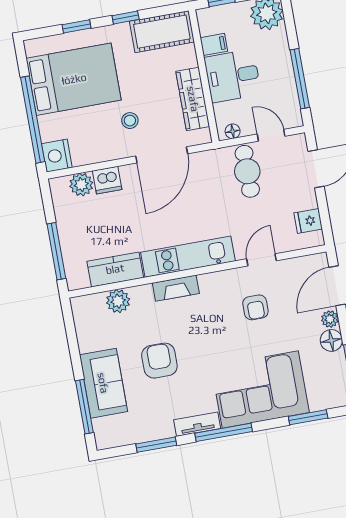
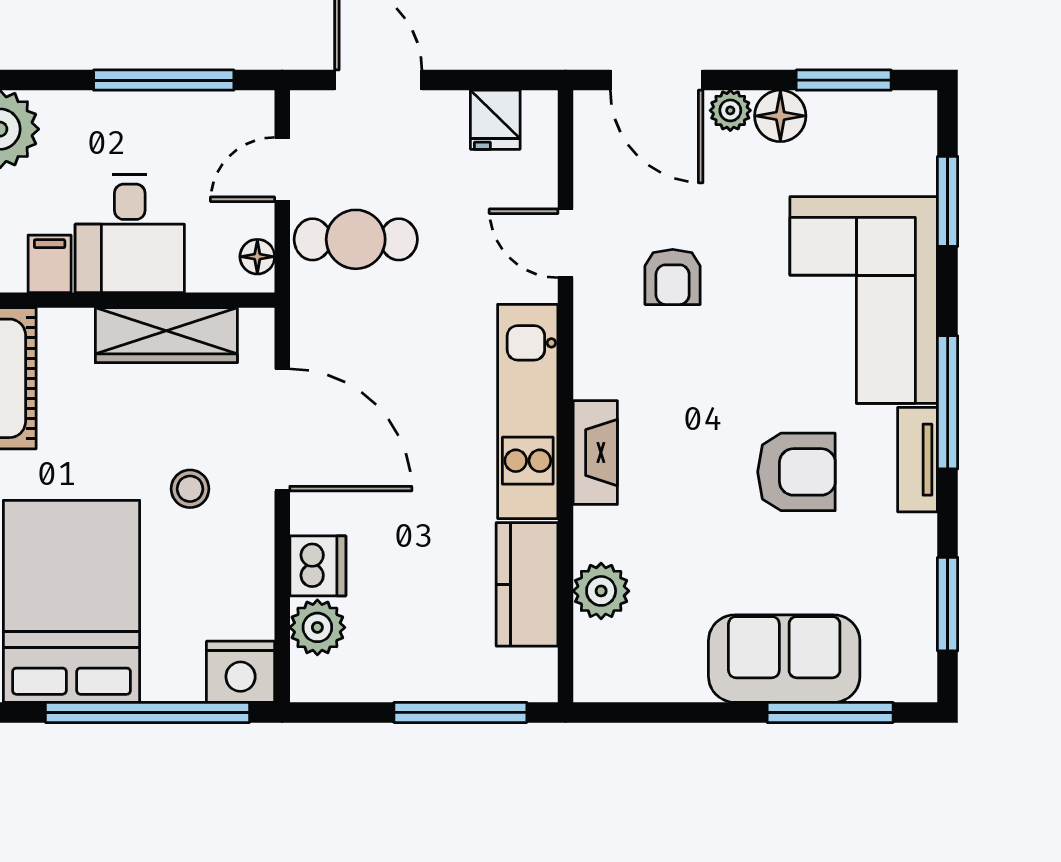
armchair: (255, 307) -> (673, 277), turned 90
armchair: (159, 361) -> (796, 472), moved, turned 180
window: (156, 445) -> (948, 604), moved

